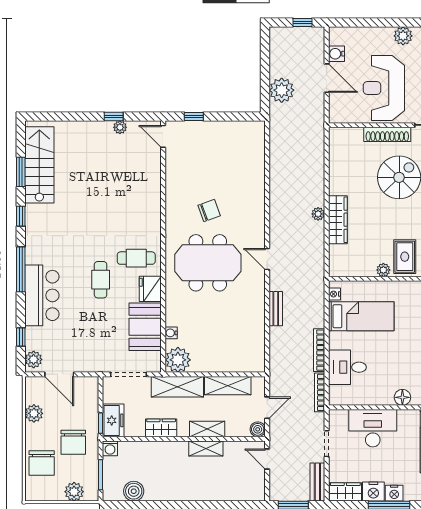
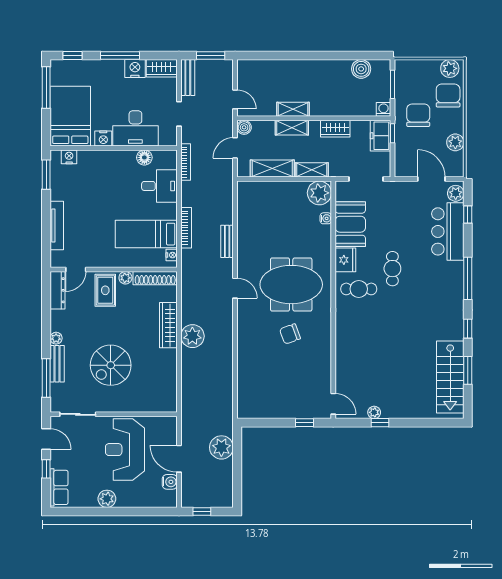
reception desk: (384, 88) -> (125, 450), turned 180
shoe rack: (387, 134) -> (155, 278), moved, turned 180
plant: (318, 214) -> (192, 336), width x1.88, depth x1.88
bar counter: (42, 295) -> (448, 231), moved
bookcase: (319, 350) -> (186, 228), moved
shelving: (177, 387) -> (312, 170), width x0.67, depth x0.75
floor lamp: (402, 397) -> (144, 157), moved
plant: (74, 492) -> (450, 68), moved
nightstand: (394, 493) -> (103, 138), moved, turned 180

